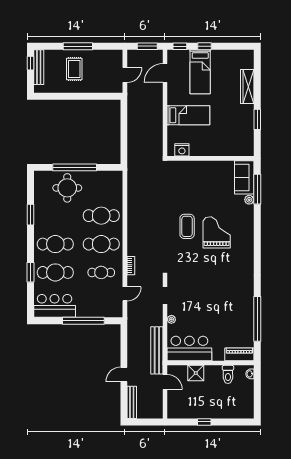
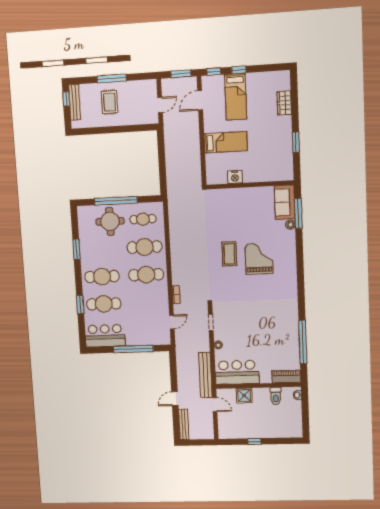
wardrobe: (247, 86) -> (284, 103), width x0.67
nightstand: (182, 150) -> (235, 177), moved
cafe table: (101, 272) -> (143, 219), moved

